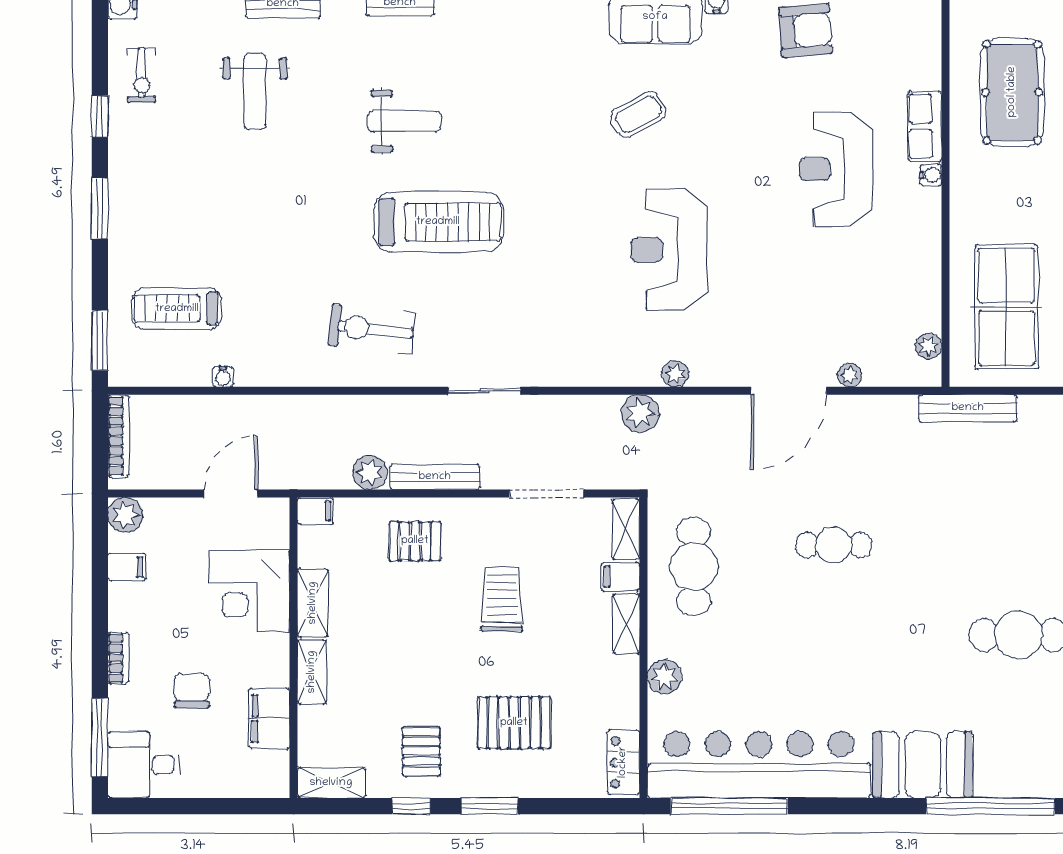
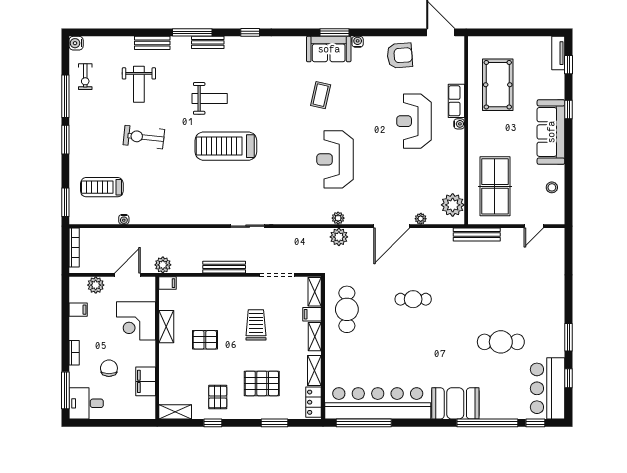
coffee table: (638, 114) -> (321, 95), turned -48
window: (100, 117) -> (65, 96), width x2.17
treadmill: (438, 222) -> (226, 146), turned 180
exercise bike: (372, 329) -> (144, 137), moved
plant: (929, 346) -> (453, 205), width x1.87, depth x1.87
plant: (640, 413) -> (339, 237), moved
plant: (370, 472) -> (163, 265), moved
plant: (125, 515) -> (96, 285), moved
pallet: (415, 541) -> (205, 340), moved
shelving: (312, 672) -> (314, 371), moved
plant: (665, 677) -> (333, 362), removed
window: (490, 806) -> (275, 423), moved

